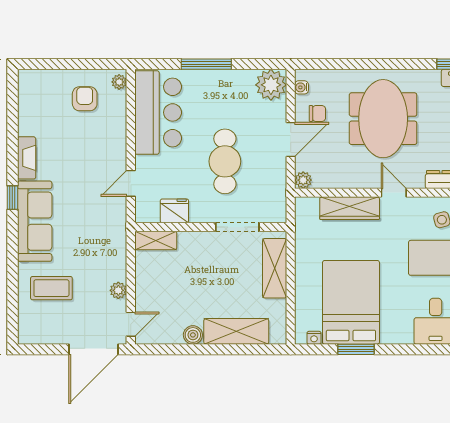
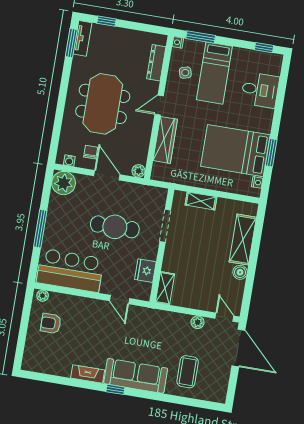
meeting table: (383, 119) -> (103, 104), turned 90
shelving: (275, 268) -> (201, 201), width x0.67, depth x0.75

